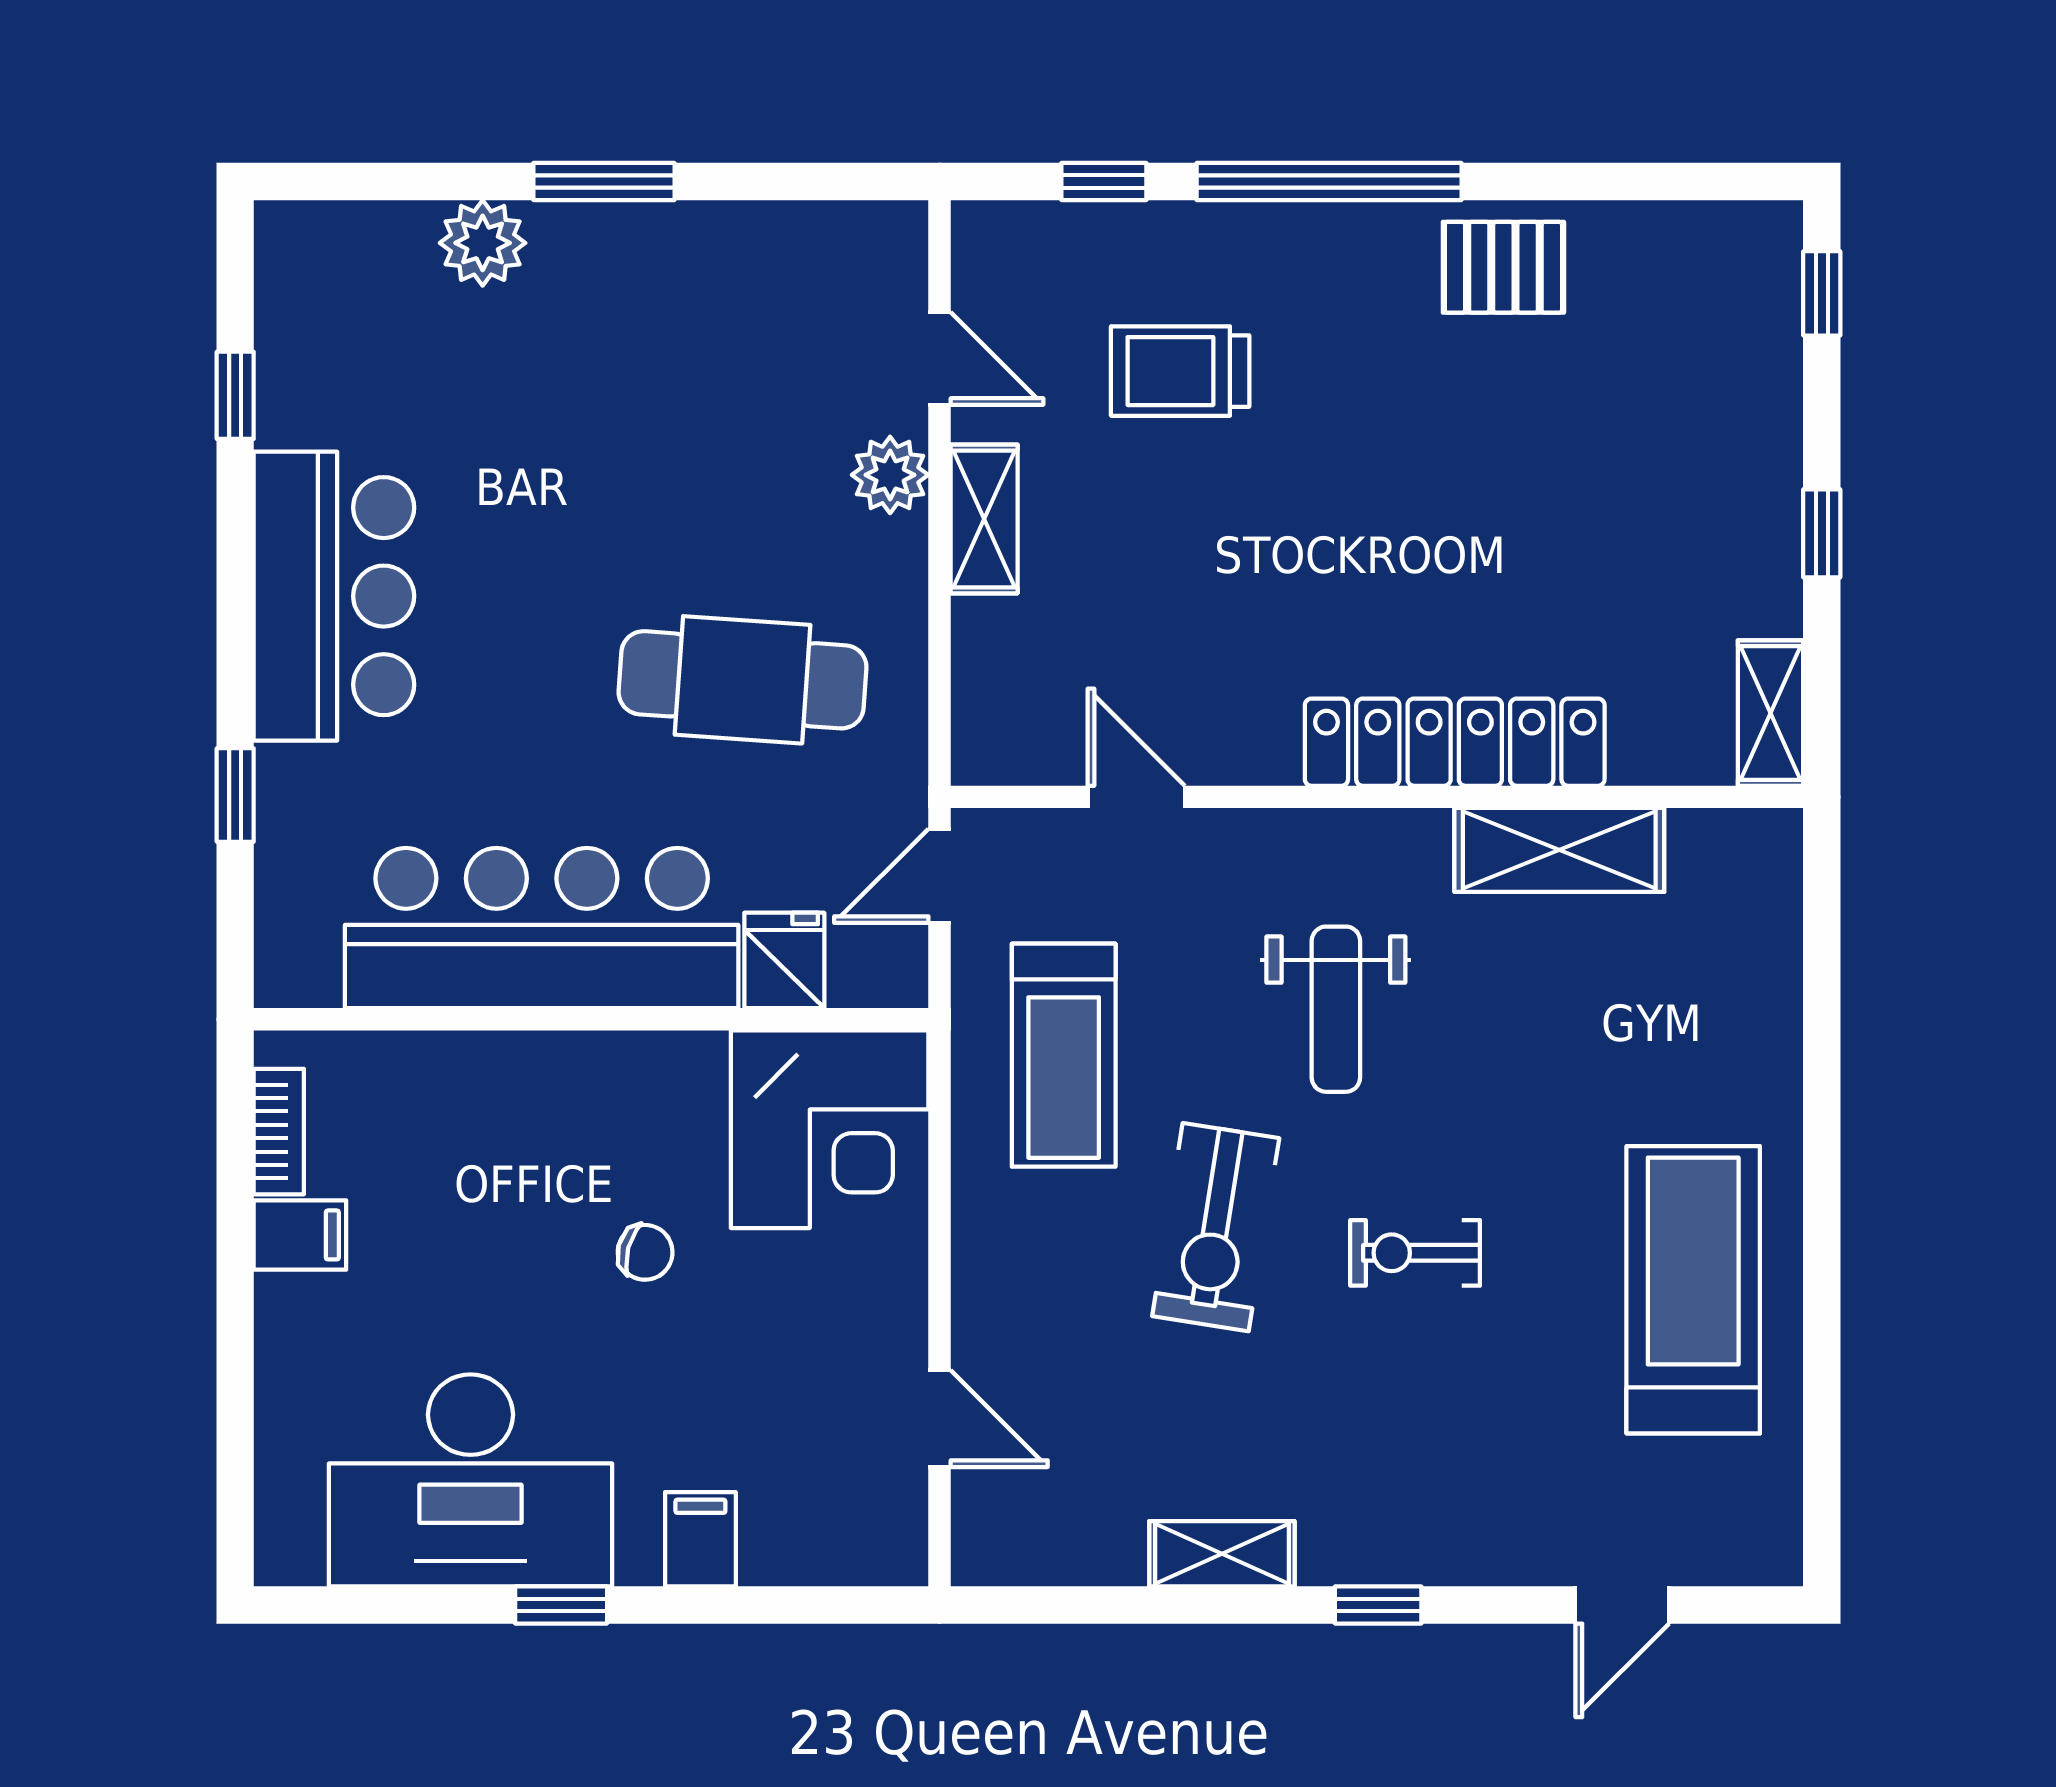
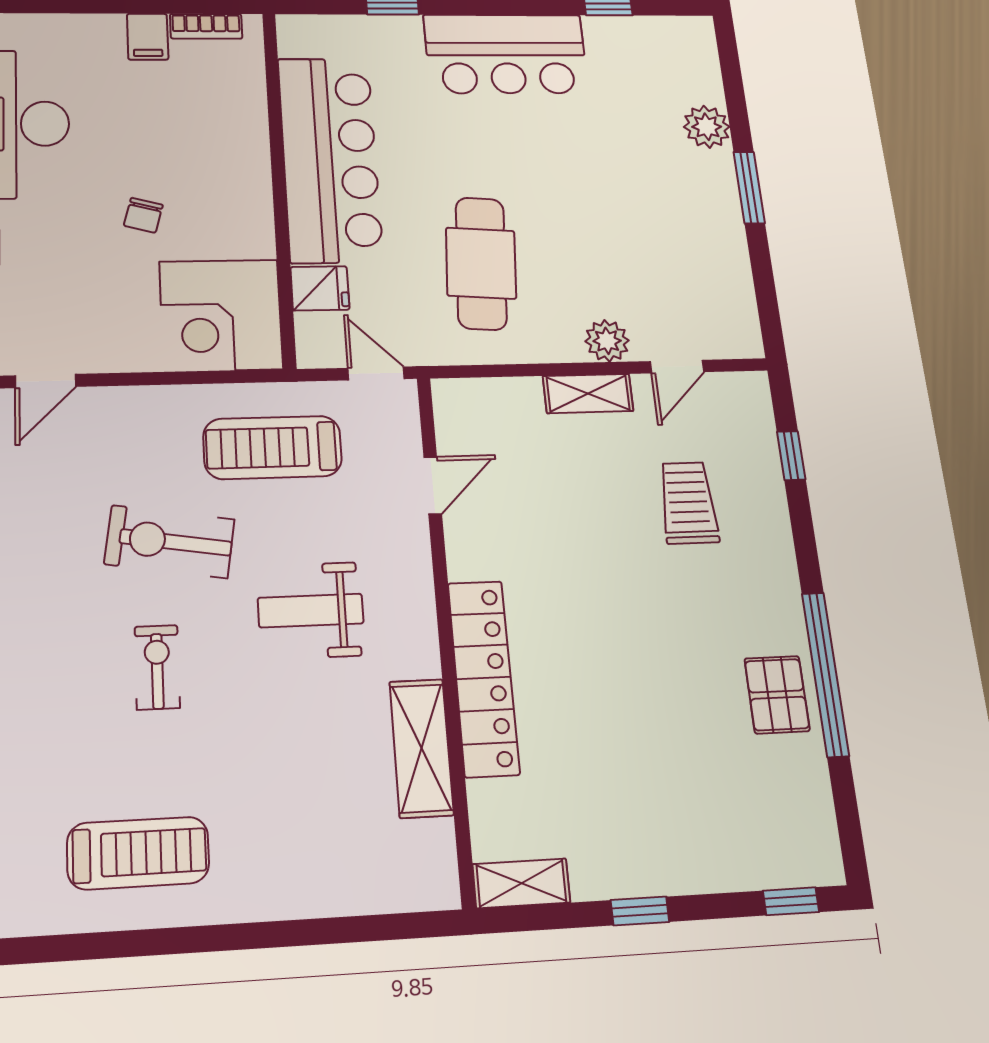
window: (1329, 182) -> (825, 674), moved
treadmill: (1693, 1290) -> (138, 853), width x0.73, depth x0.73

